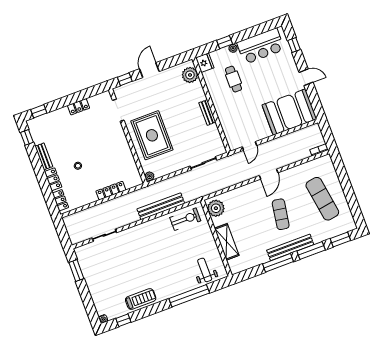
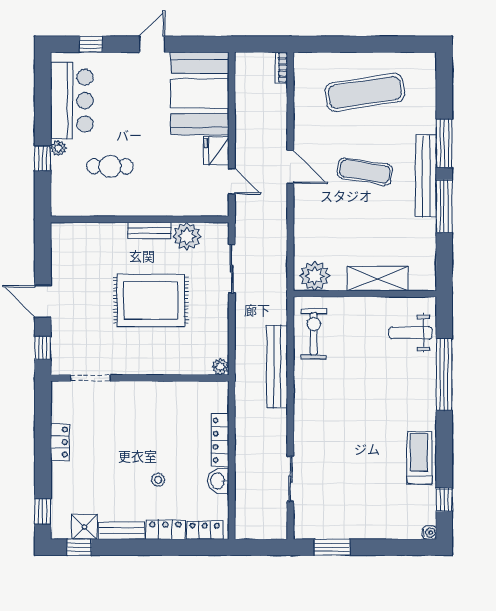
fridge: (205, 63) -> (216, 151), moved, turned -90
plant: (190, 75) -> (187, 236), moved
rug: (152, 135) -> (151, 300), moved
shower: (39, 136) -> (85, 527), added
washbasin: (89, 198) -> (218, 481), added
window: (340, 240) -> (444, 88), removed

